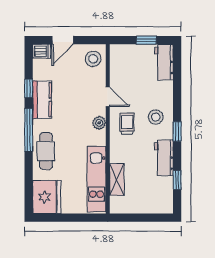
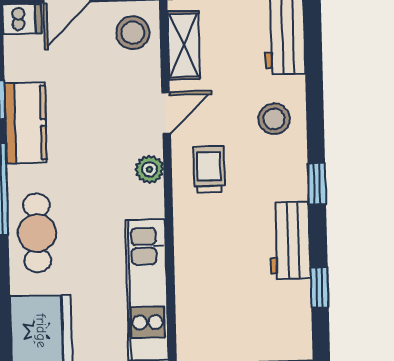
door: (108, 97) -> (166, 113), hinge flipped
stool: (156, 117) -> (274, 119), moved
shelving: (117, 180) -> (184, 45), moved

